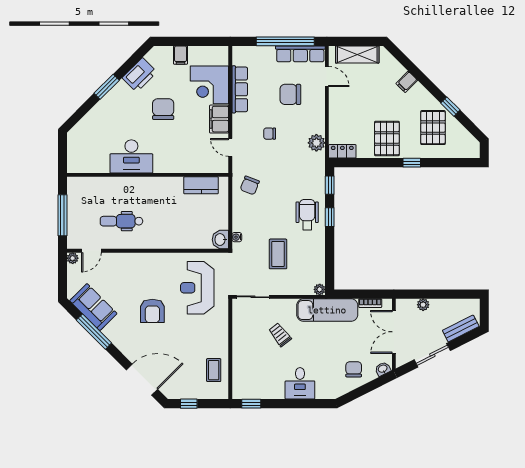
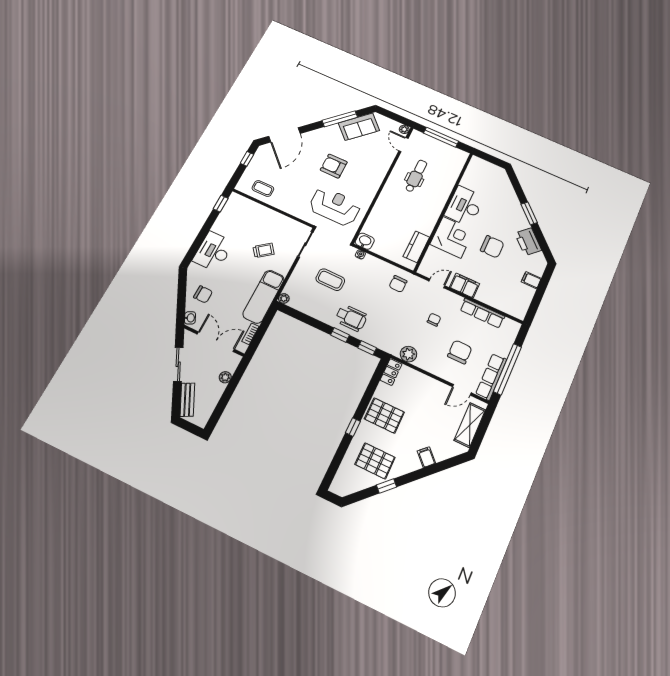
corner desk: (209, 85) -> (452, 237), moved, turned 90
chair: (250, 185) -> (398, 284), turned -110
desk: (300, 383) -> (213, 252), width x1.37

